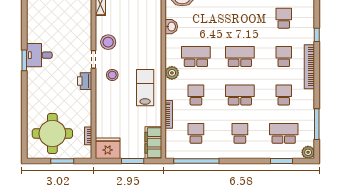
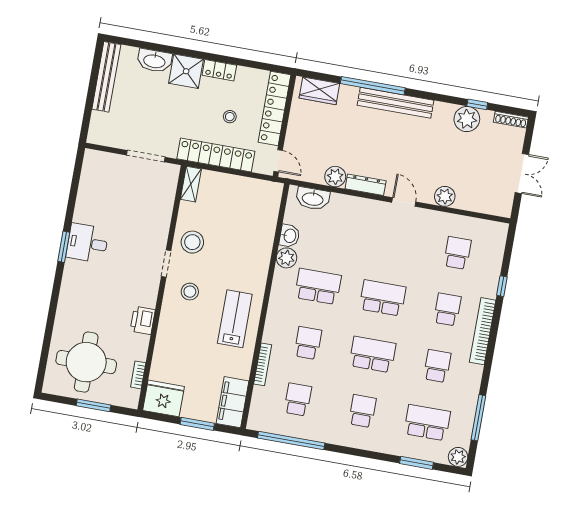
plant: (172, 73) -> (287, 258), moved
printer: (85, 81) -> (143, 320), moved

